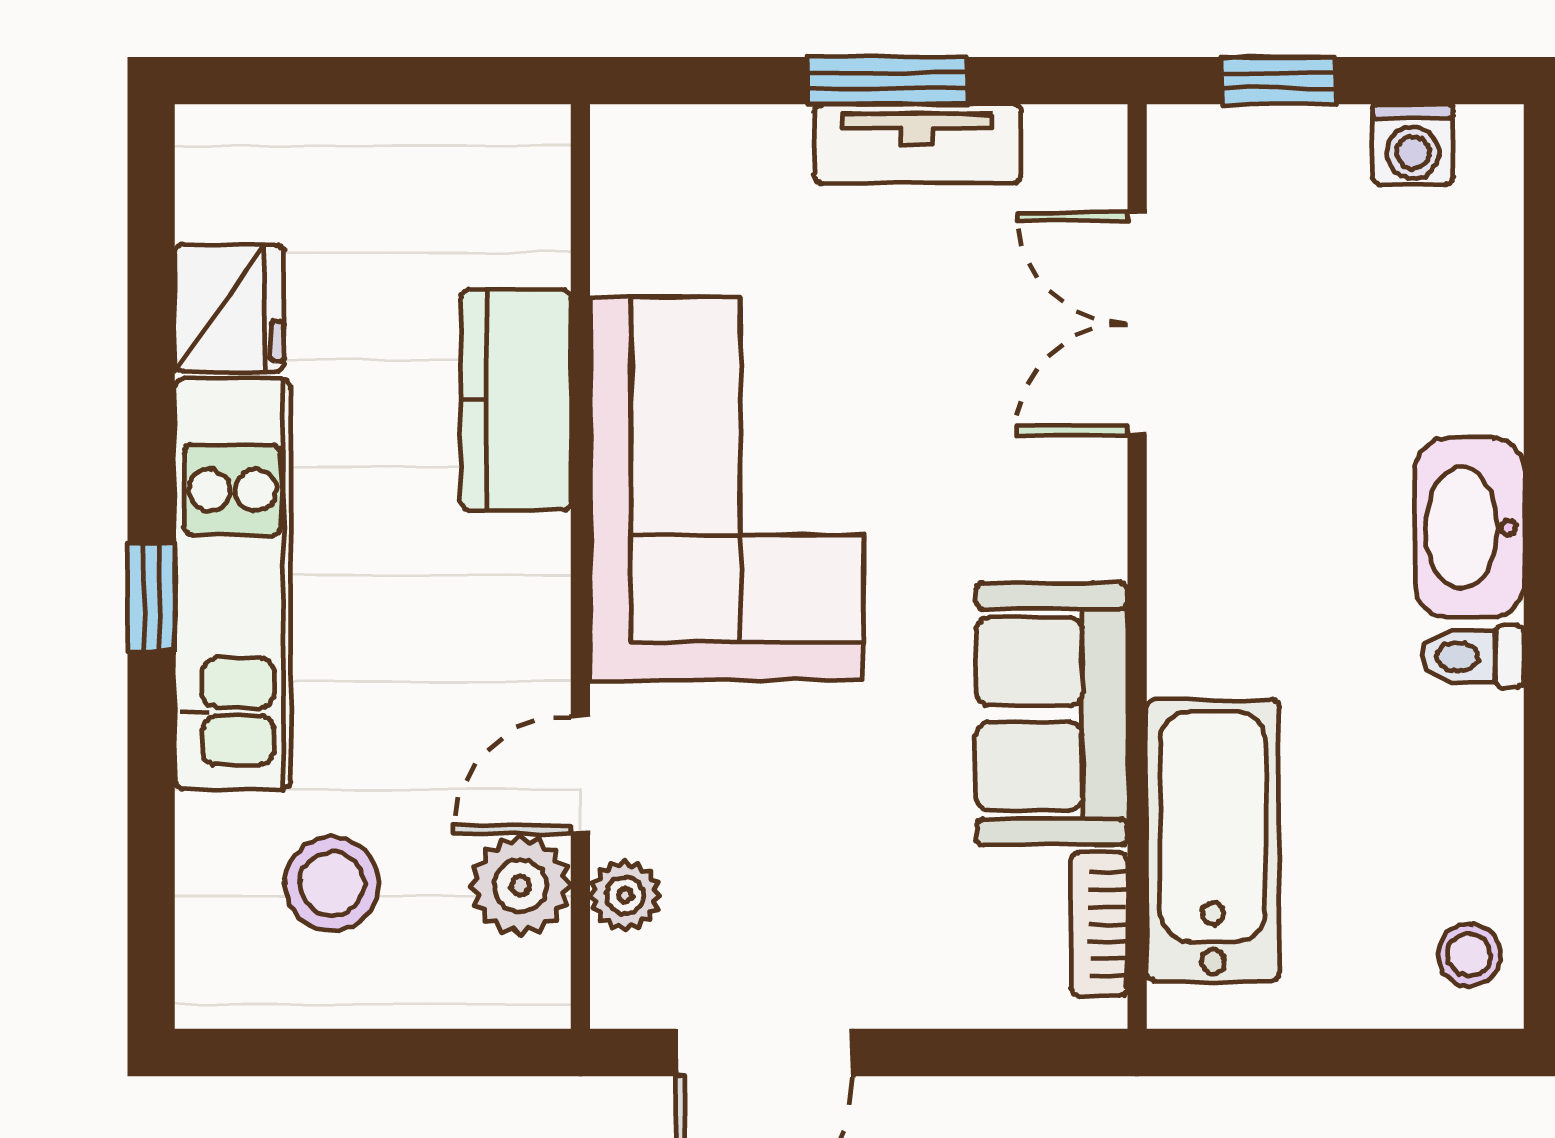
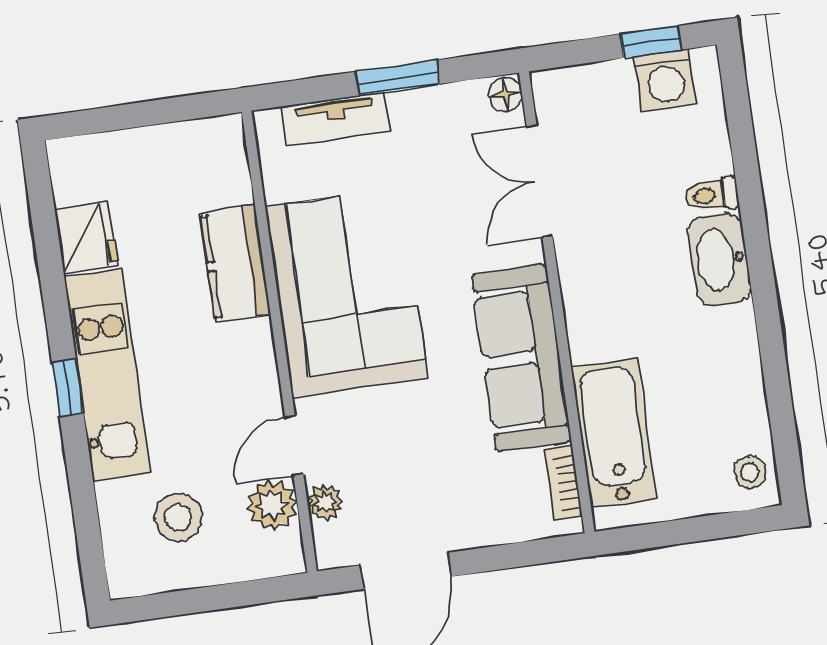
window: (1278, 81) -> (651, 42), moved
floor lamp: (1094, 143) -> (505, 94), added
tv unit: (918, 144) -> (336, 119), moved
washing machine: (1413, 144) -> (665, 80), width x1.38, depth x1.38
toilet: (1472, 656) -> (712, 195), moved
sofa: (1052, 714) -> (521, 358), width x1.36

